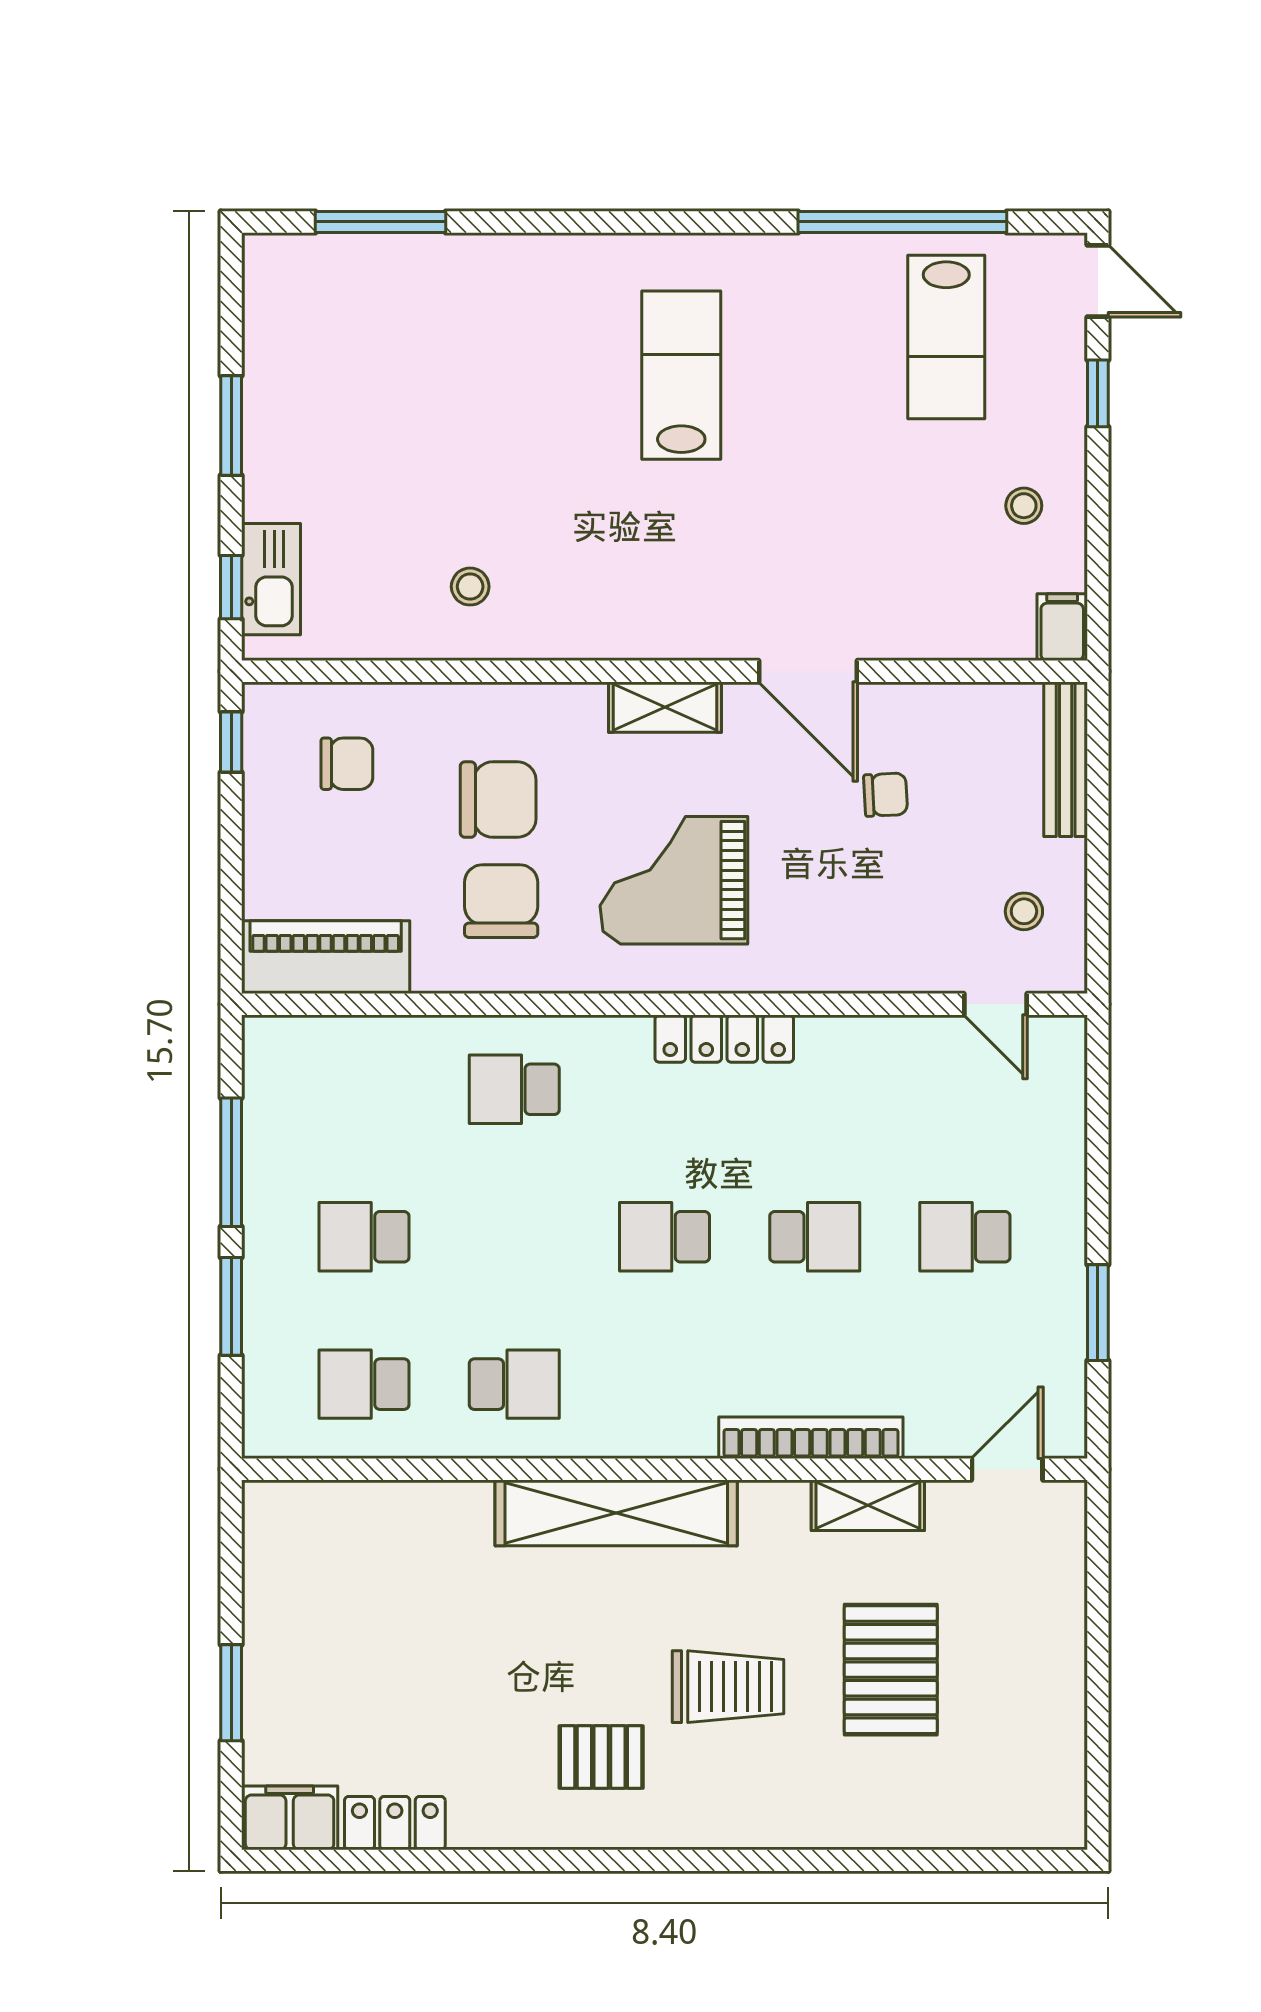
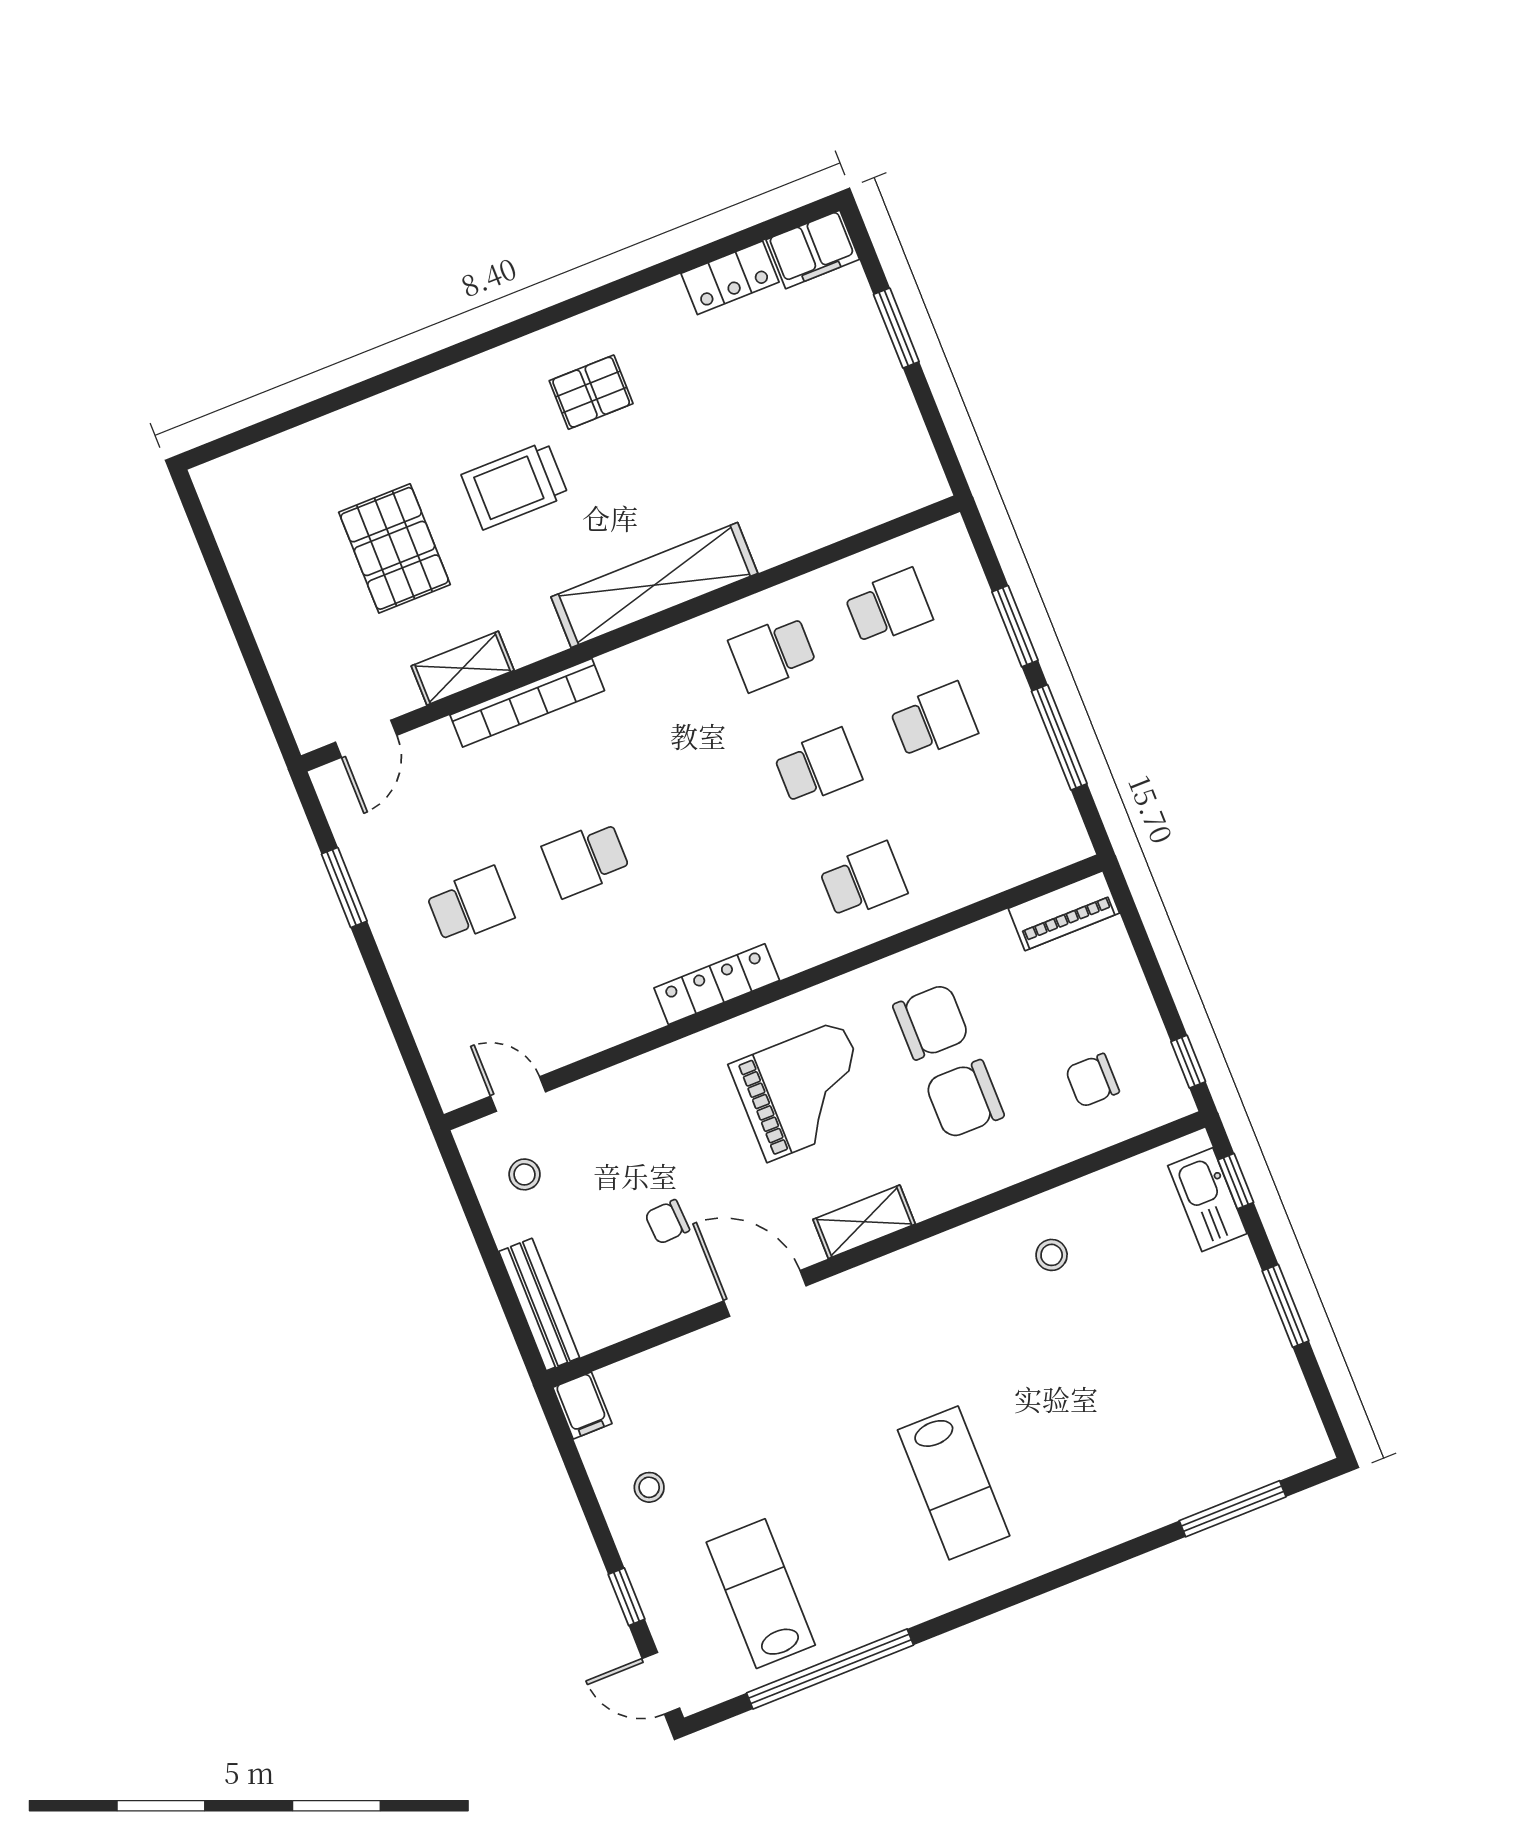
chair: (501, 901) -> (931, 1022), turned -90
piano: (326, 957) -> (1064, 911), width x0.73, depth x0.75
school desk: (664, 1237) -> (818, 767), moved

